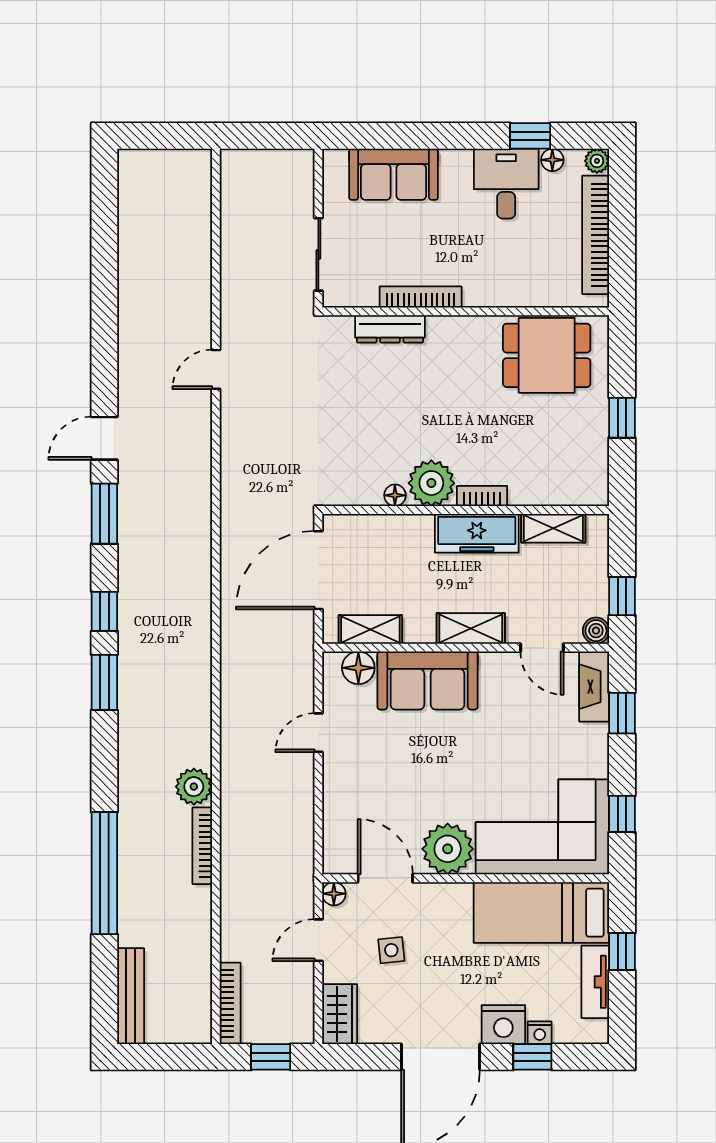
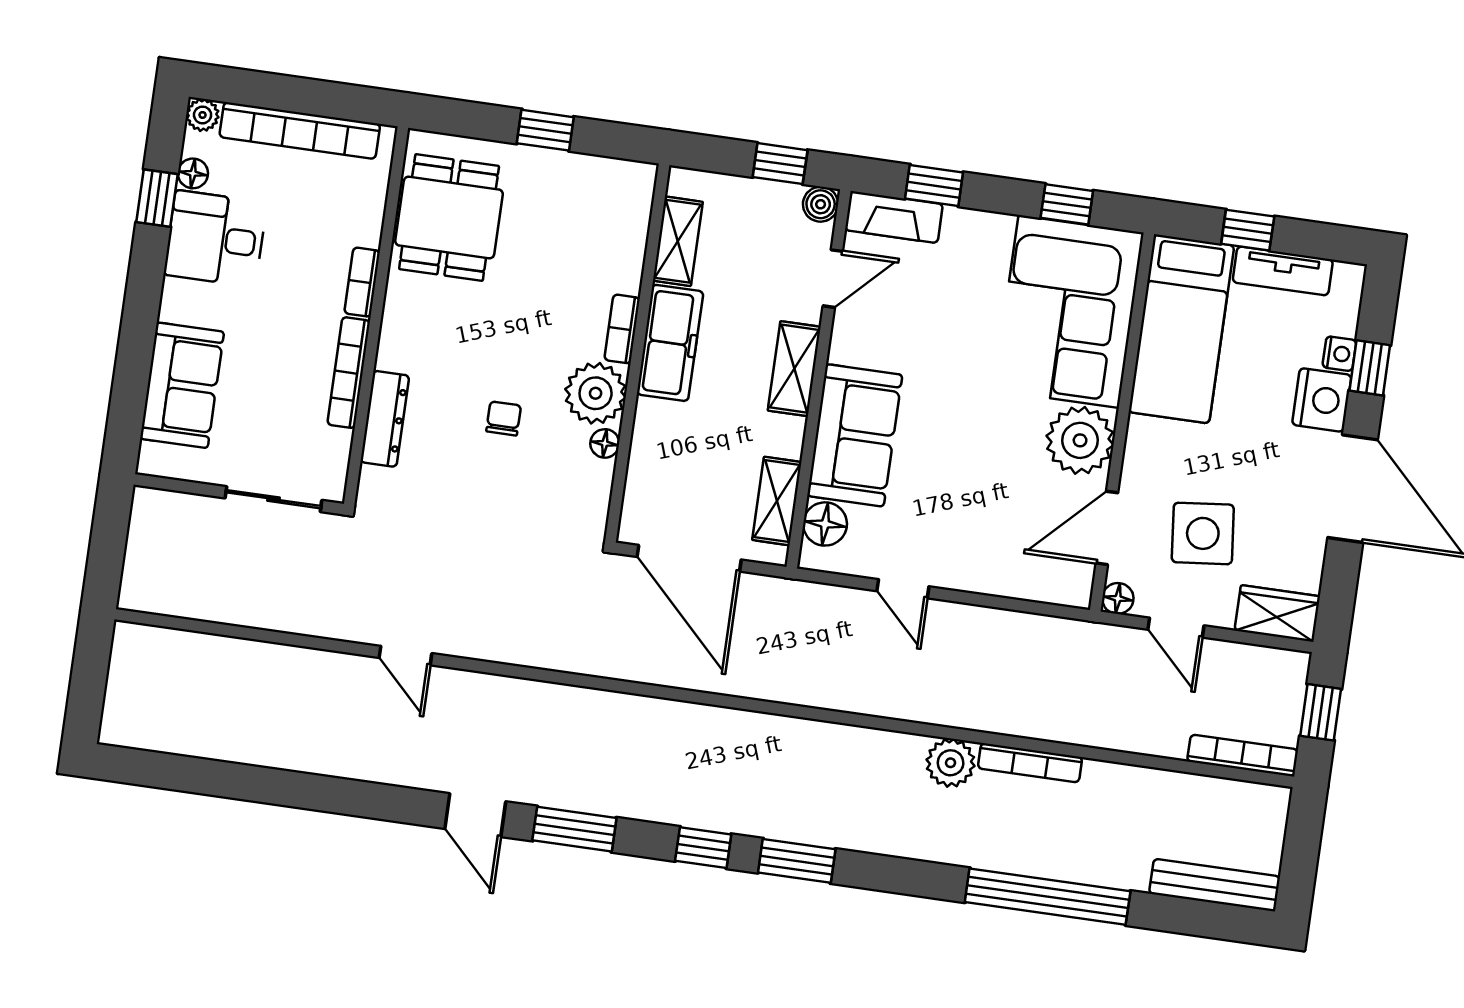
bookcase: (489, 297) -> (362, 282), added
chair: (403, 417) -> (504, 418), added
side table: (391, 950) -> (1203, 533), width x1.87, depth x1.87

